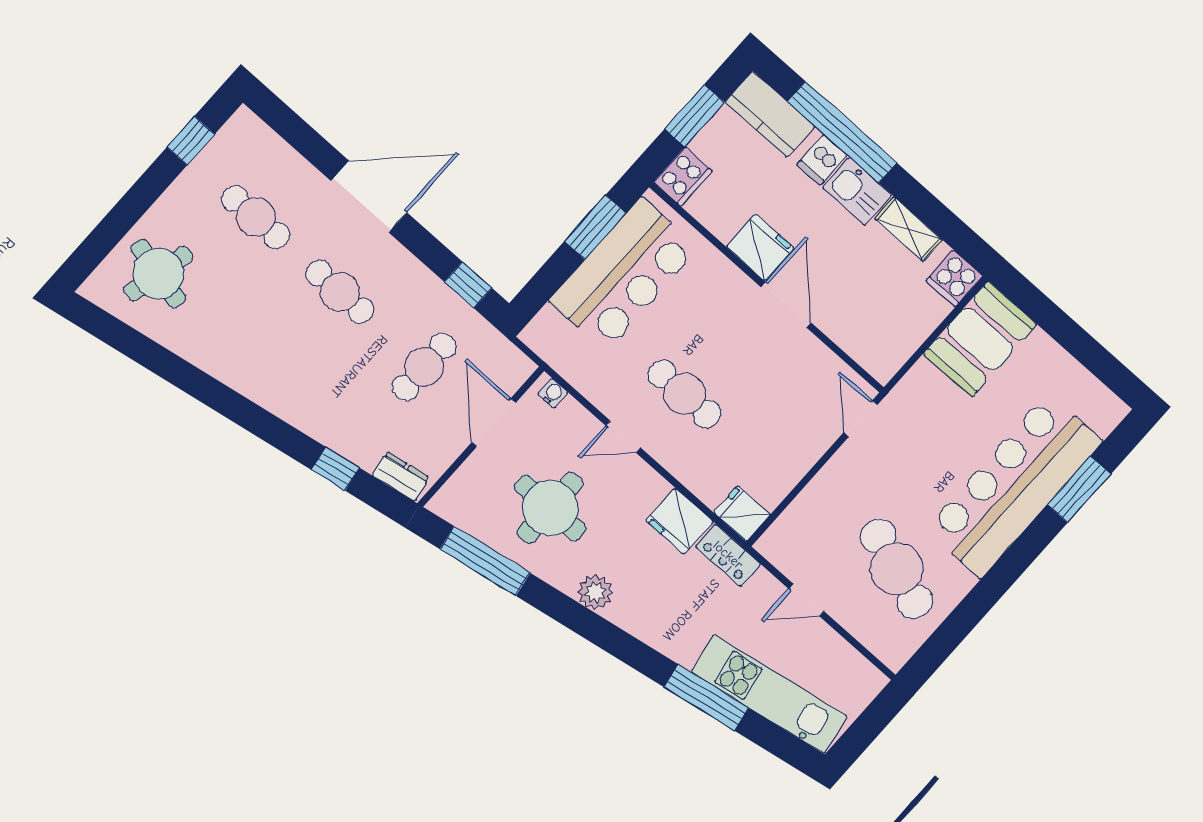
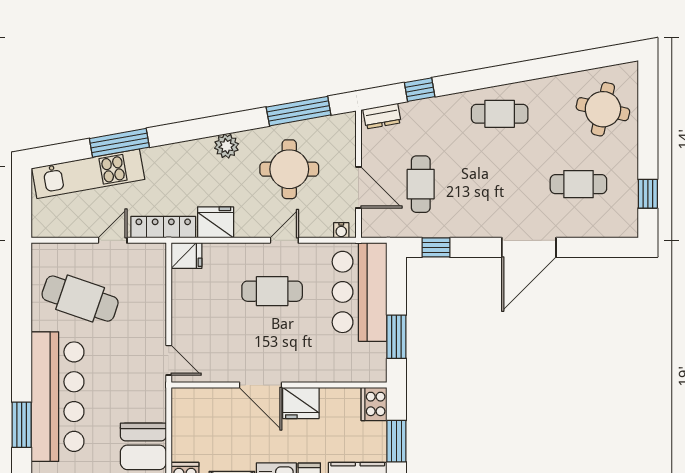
bar counter: (624, 274) -> (360, 292), moved
cafe table: (340, 292) -> (500, 114), moved
locker: (728, 555) -> (163, 227), width x1.53

